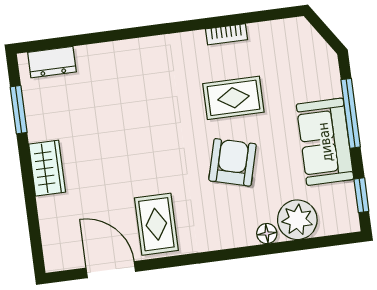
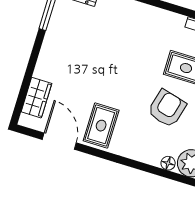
wardrobe: (47, 168) -> (36, 98), moved

